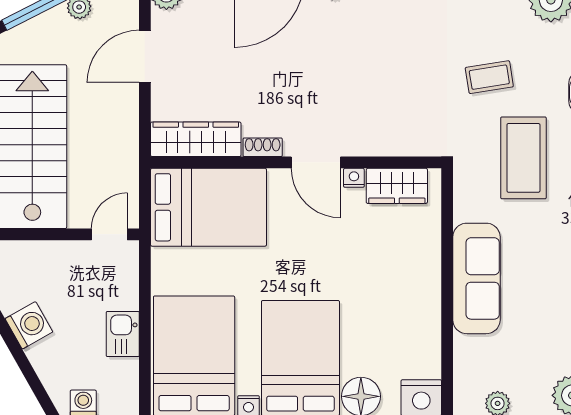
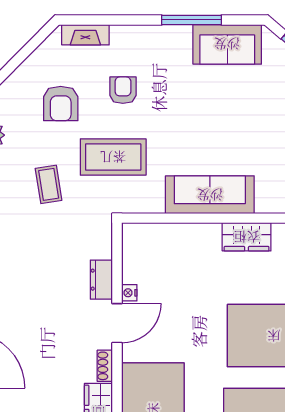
dresser: (370, 143) -> (101, 280), added
wardrobe: (397, 186) -> (247, 237), moved, turned 90

